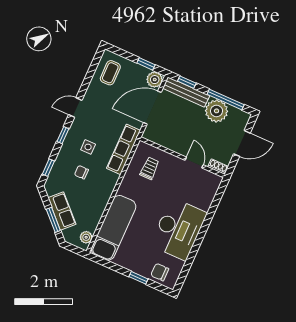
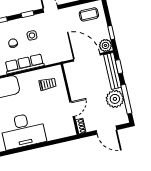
row of seats: (124, 149) -> (24, 64), moved

